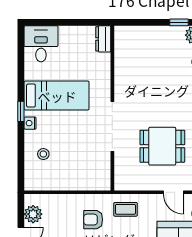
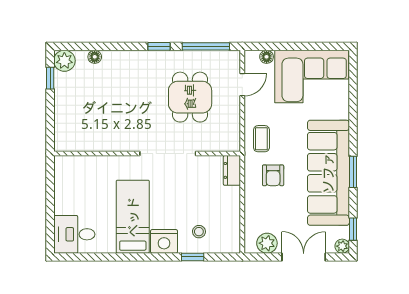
dresser: (103, 39) -> (232, 170), moved, turned 90
window: (21, 111) -> (193, 257), moved
nightstand: (30, 123) -> (164, 241), width x1.89, depth x1.79

